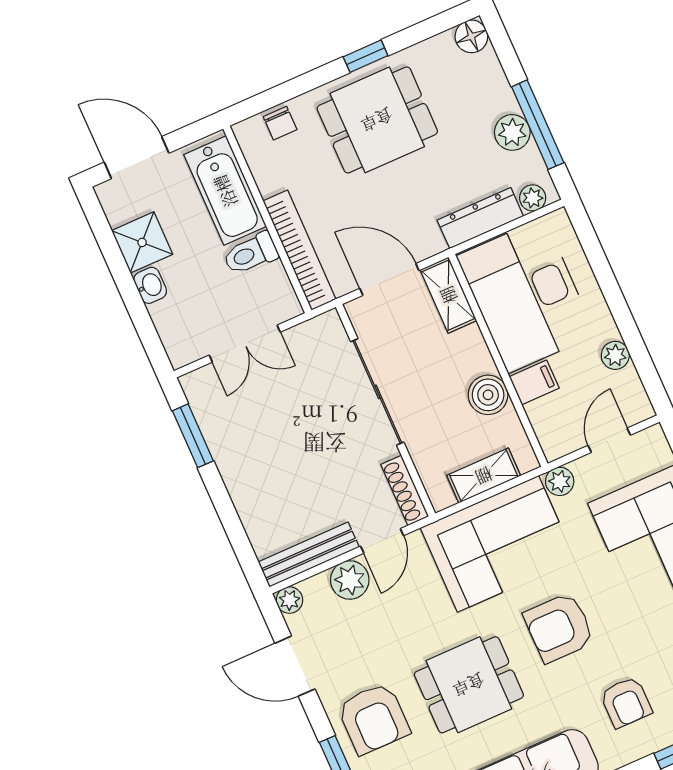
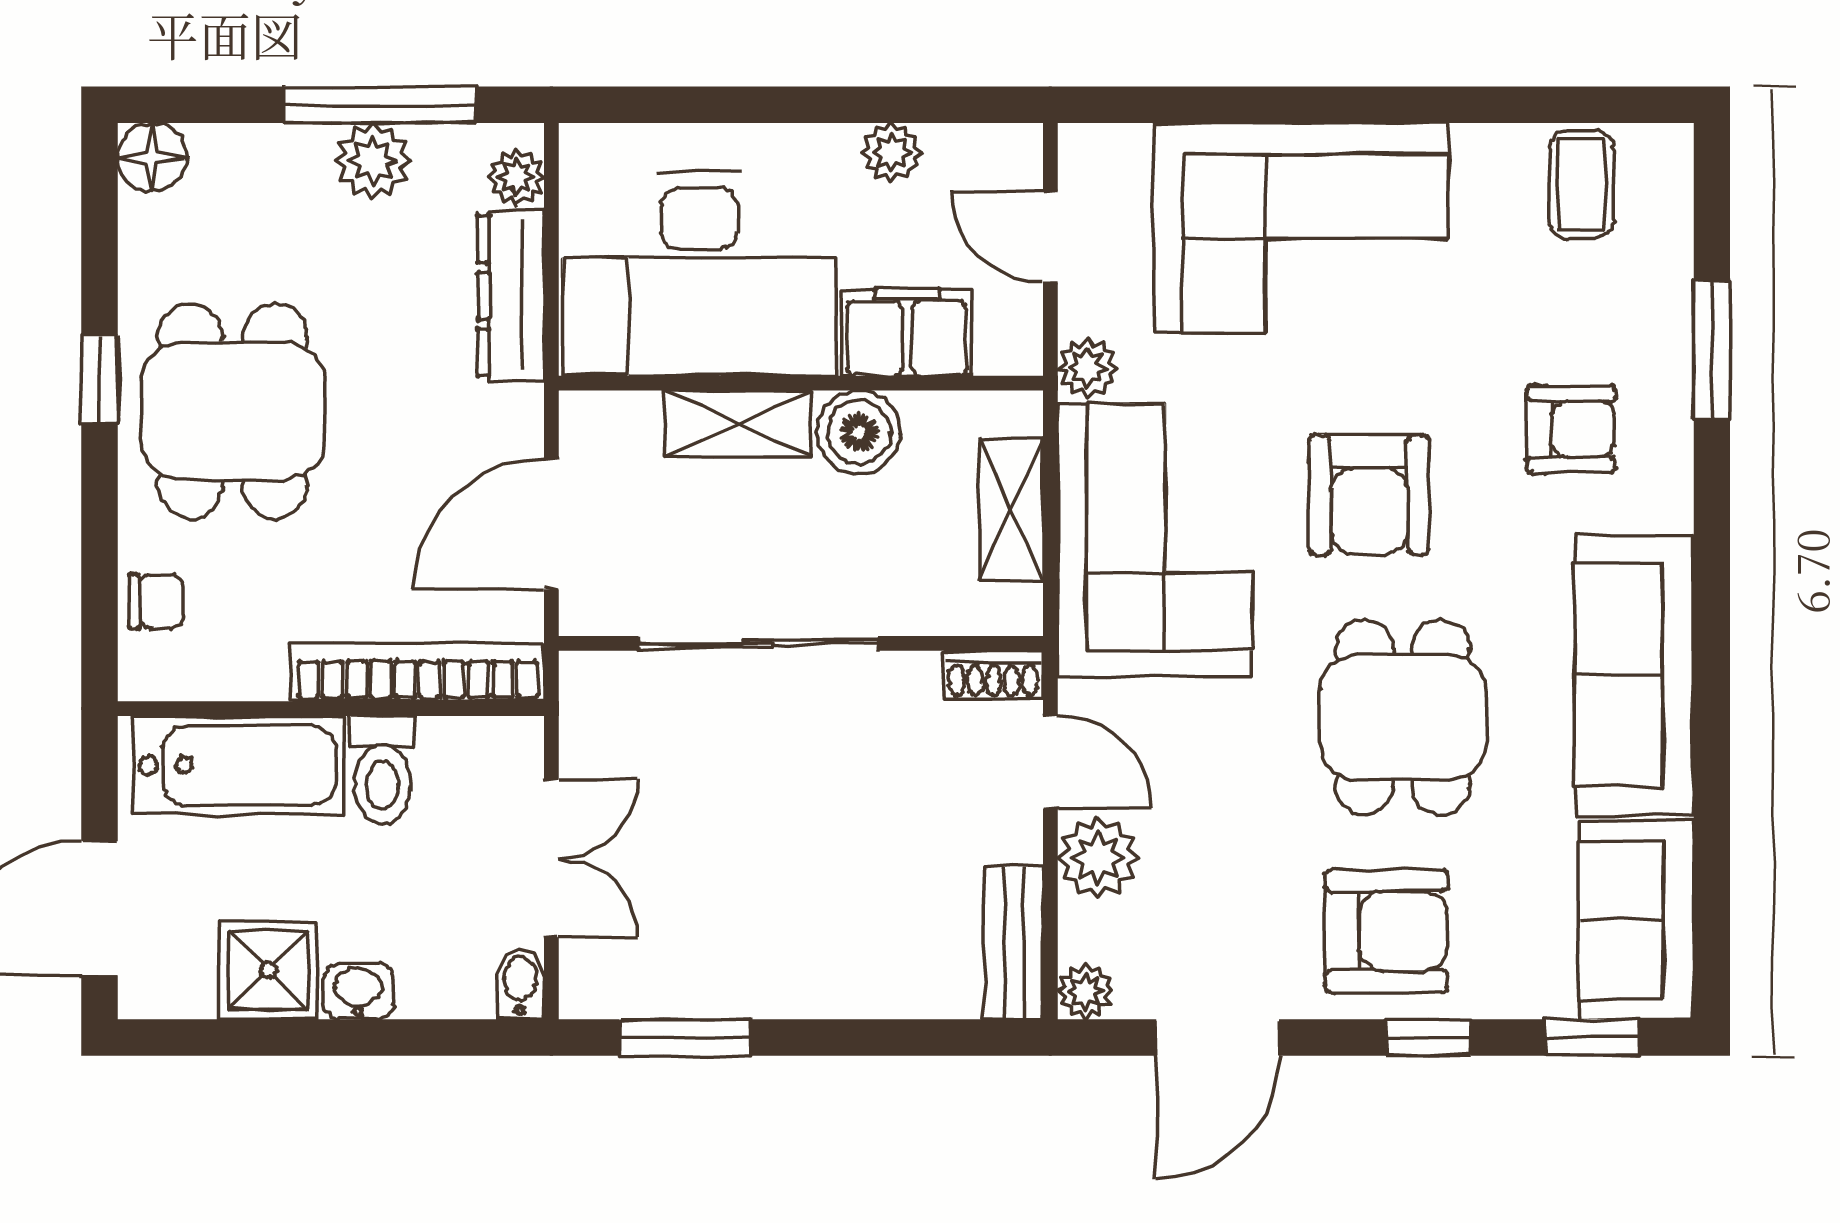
shelving: (448, 295) -> (738, 424), moved
bidet: (184, 354) -> (520, 984), added
filing cabinet: (534, 382) -> (907, 332), width x2.00
shoe rack: (405, 490) -> (993, 675), width x0.70
bench: (309, 555) -> (1014, 943), width x0.73

